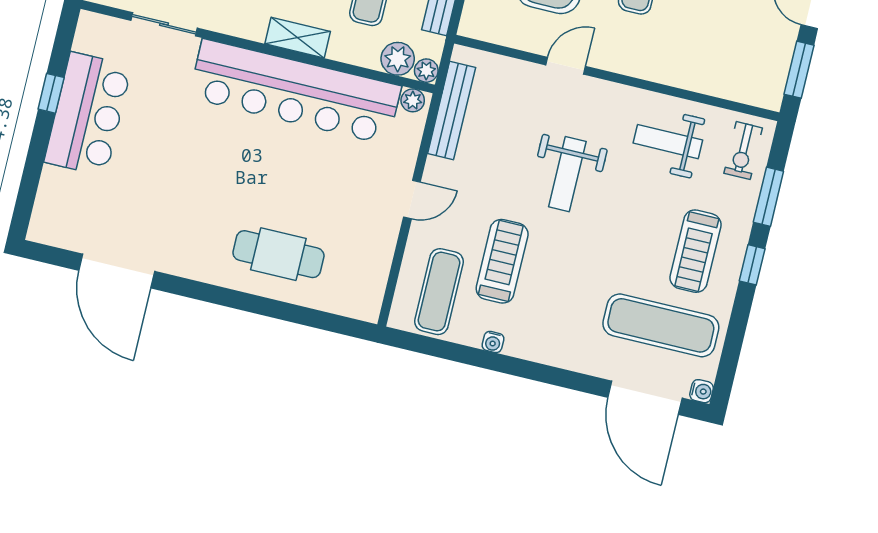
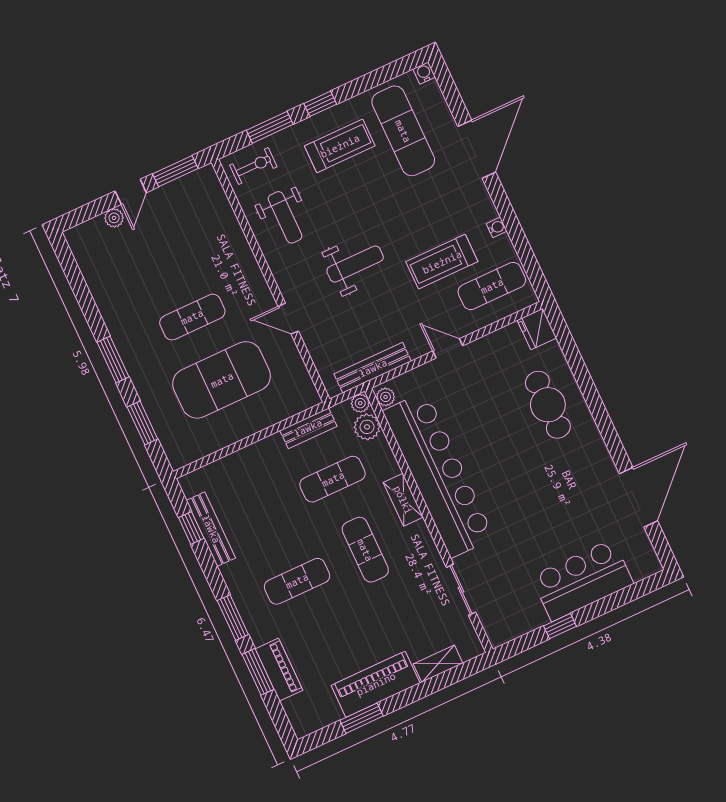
bar counter: (88, 114) -> (582, 580), moved
fridge: (361, 302) -> (537, 329), added
door: (645, 398) -> (477, 149), moved

